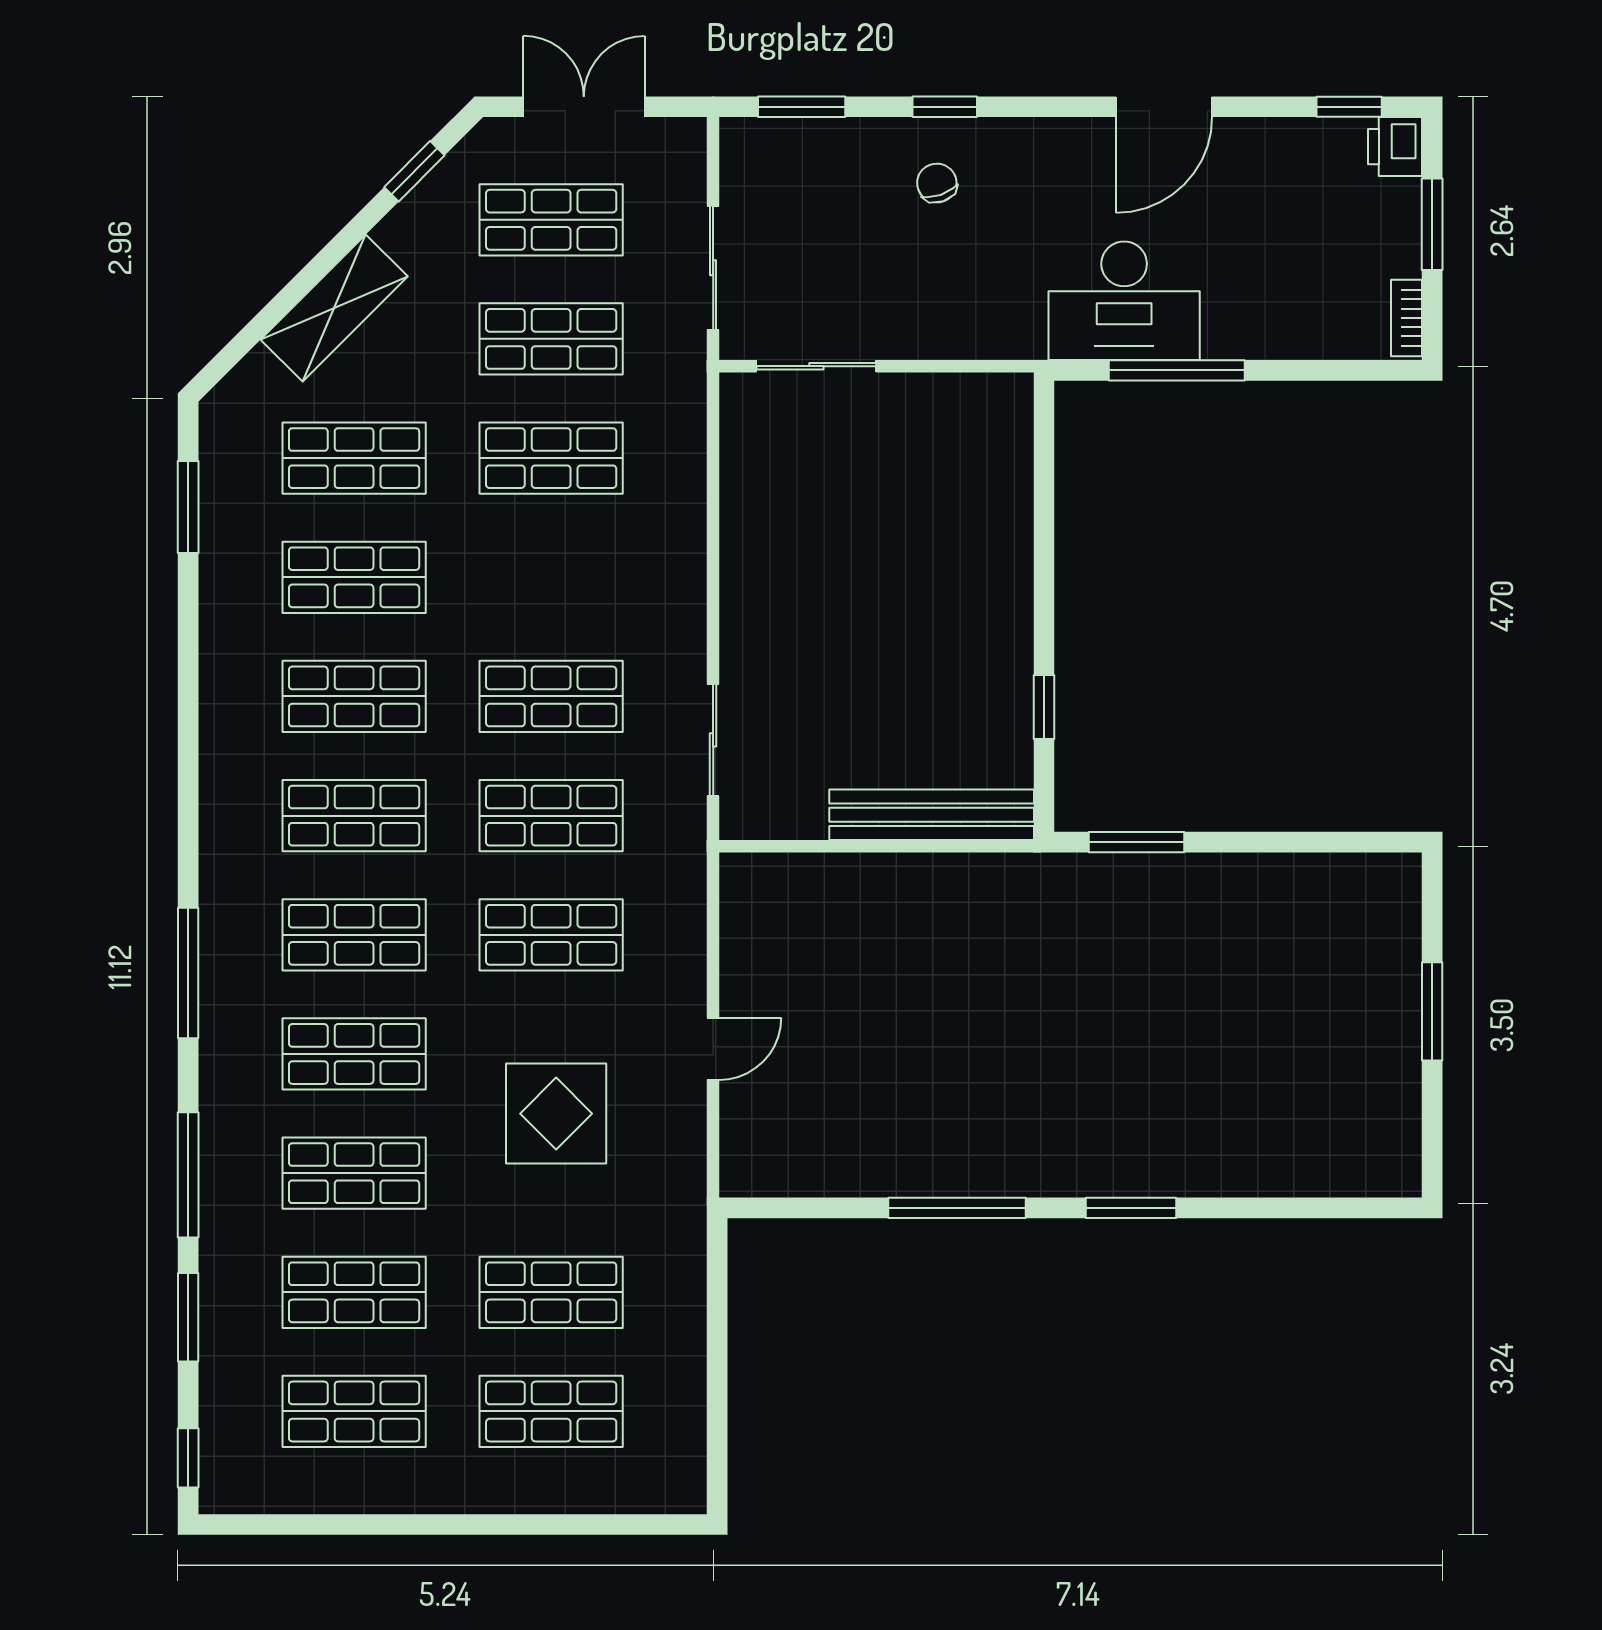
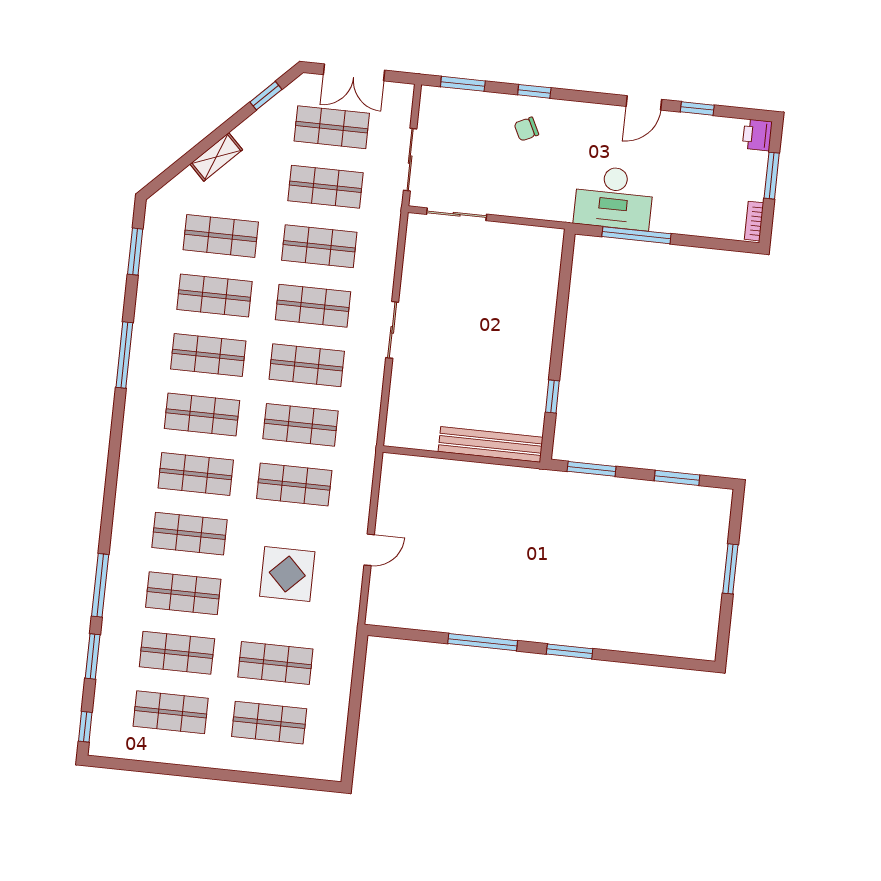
double door: (584, 107) -> (354, 72), swing flipped
door: (1164, 107) -> (644, 103), width x0.73
window: (1349, 107) -> (697, 108), moved
chair: (937, 183) -> (526, 129), turned -97
shelving: (334, 308) -> (216, 157), width x0.67, depth x0.75
shop shelf: (551, 577) -> (313, 306), added
sliding door: (713, 740) -> (392, 330), moved
window: (1308, 842) -> (677, 478), added
window: (188, 973) -> (124, 355), moved

